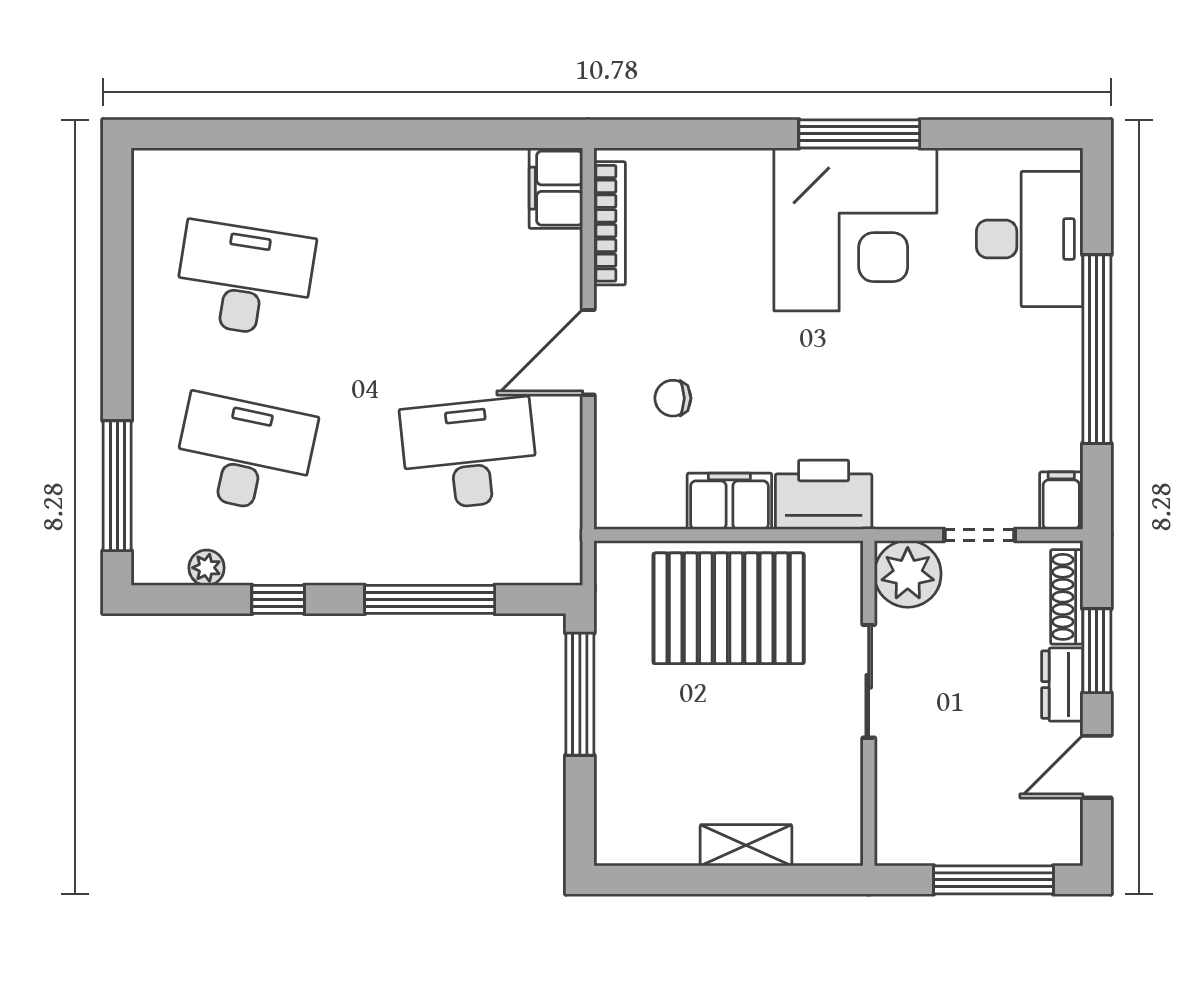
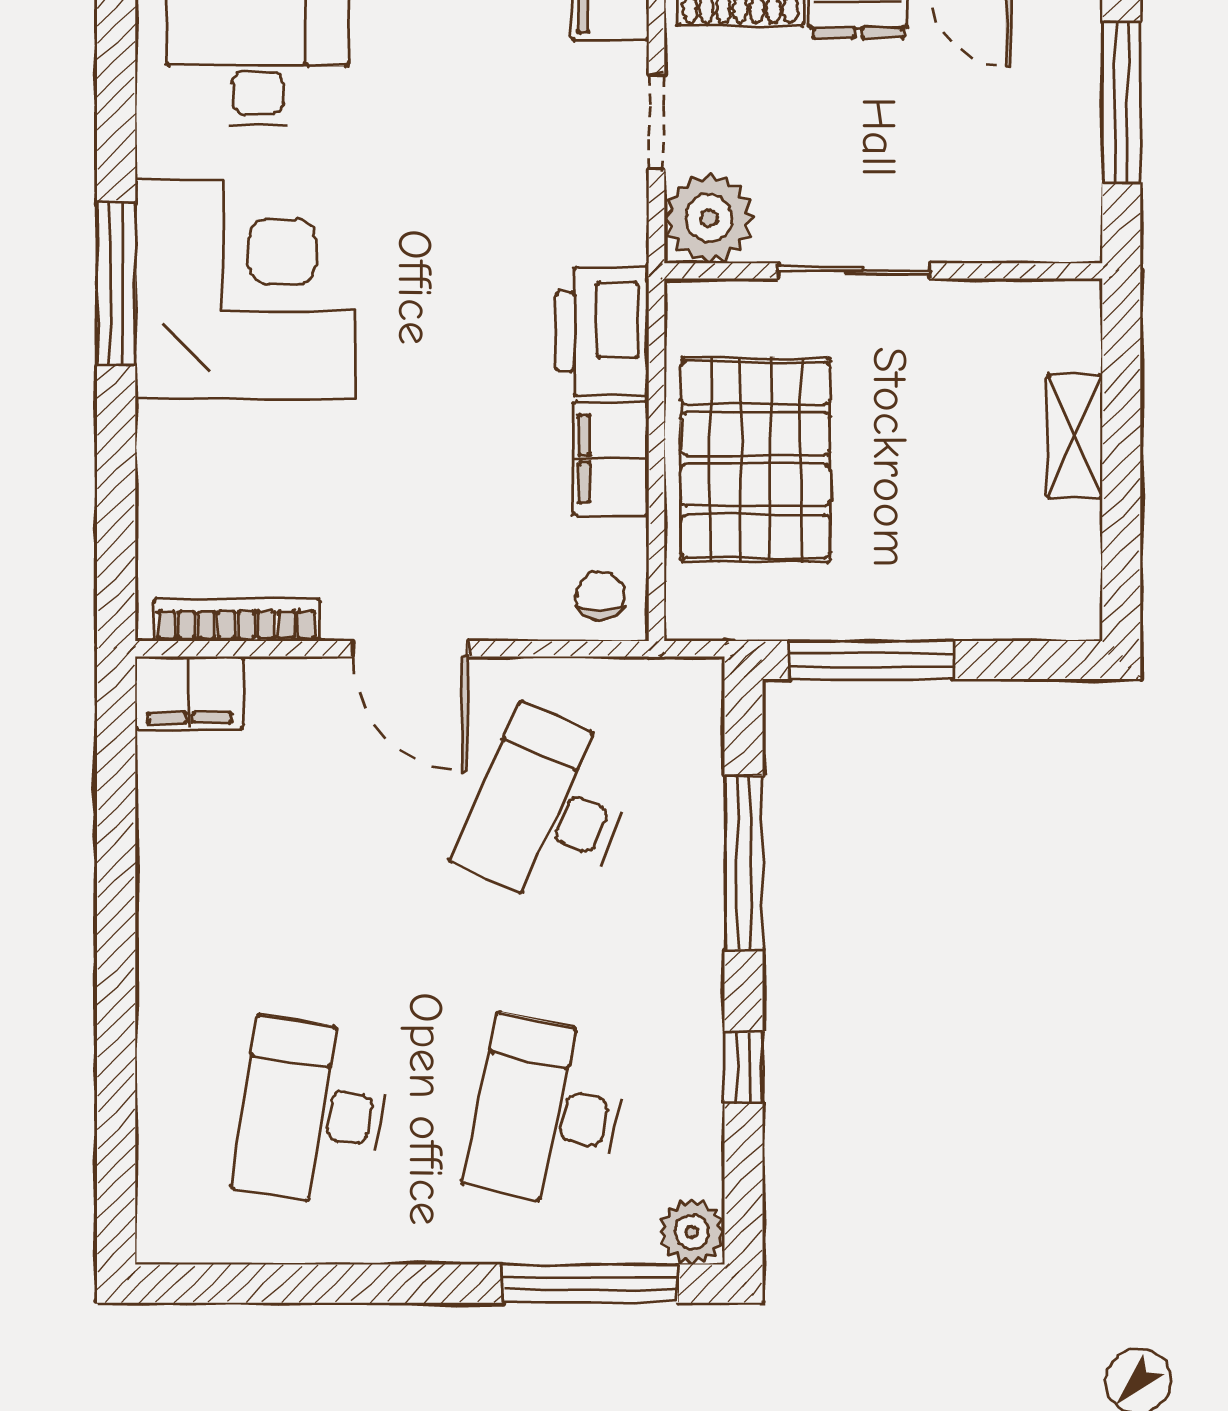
chair: (673, 398) -> (600, 596), moved, turned 180
desk: (469, 454) -> (547, 809), turned 30
plant: (207, 568) -> (692, 1232), moved, width x1.38, depth x1.38

